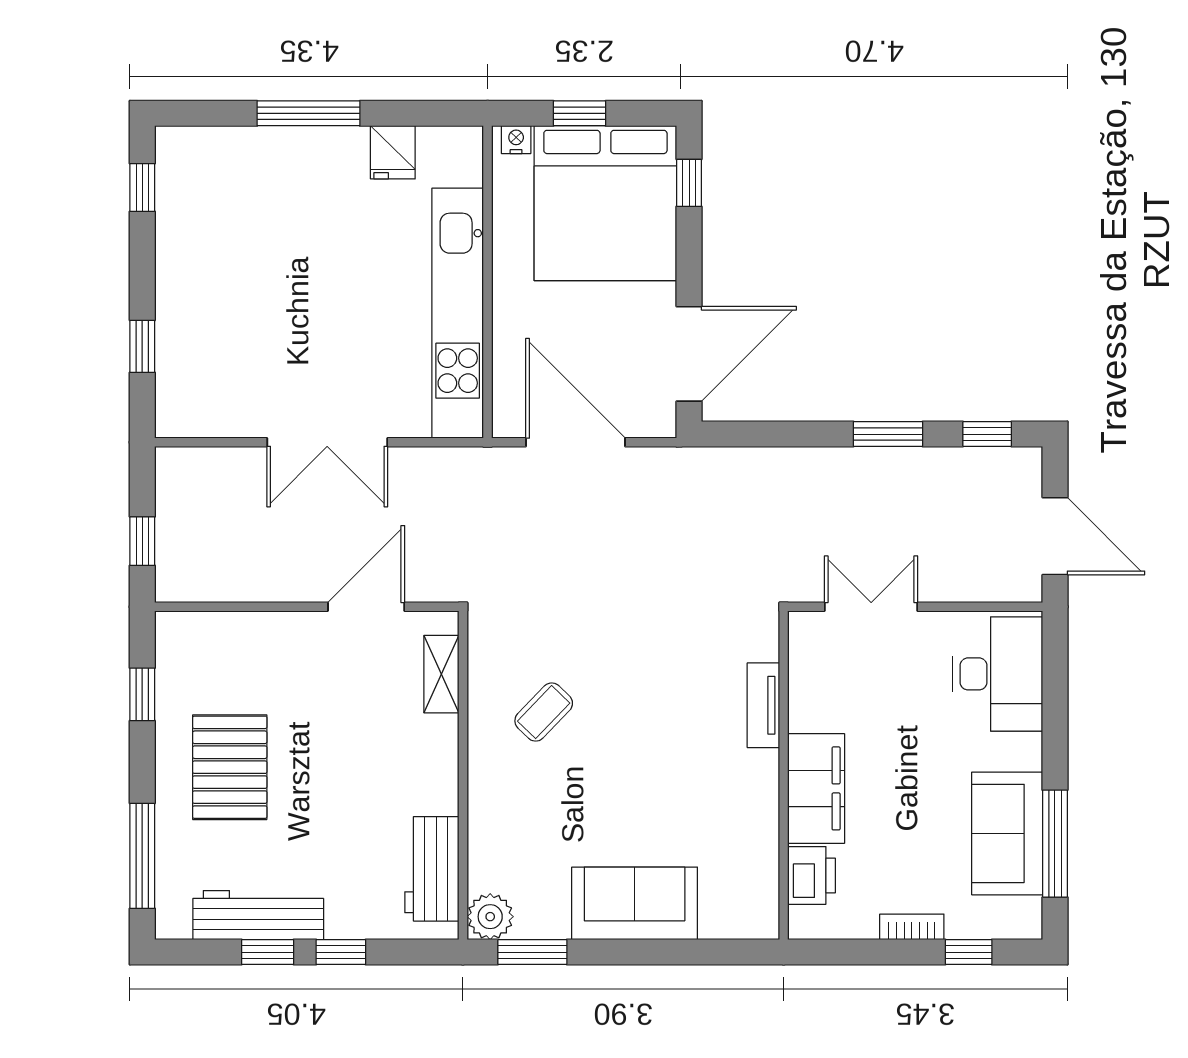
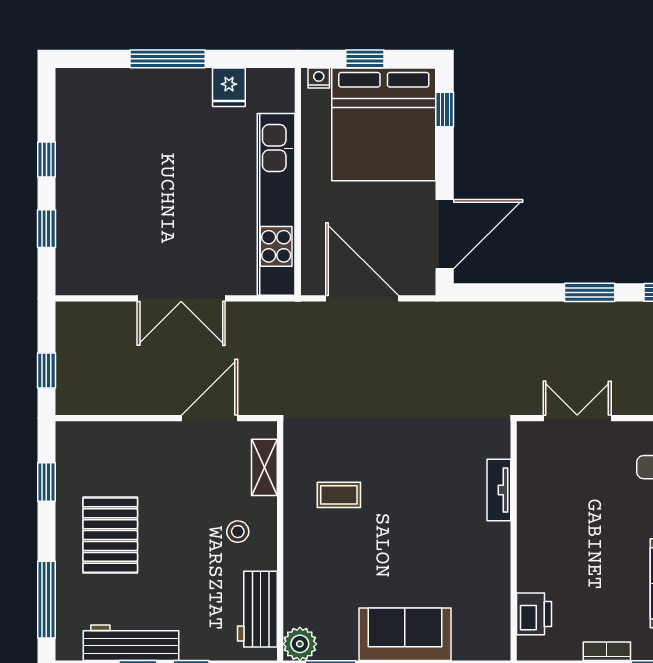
window: (142, 188) -> (46, 159), moved
coffee table: (544, 712) -> (339, 495), turned 46
stool: (405, 762) -> (238, 532), added
filing cabinet: (816, 788) -> (537, 551), removed

